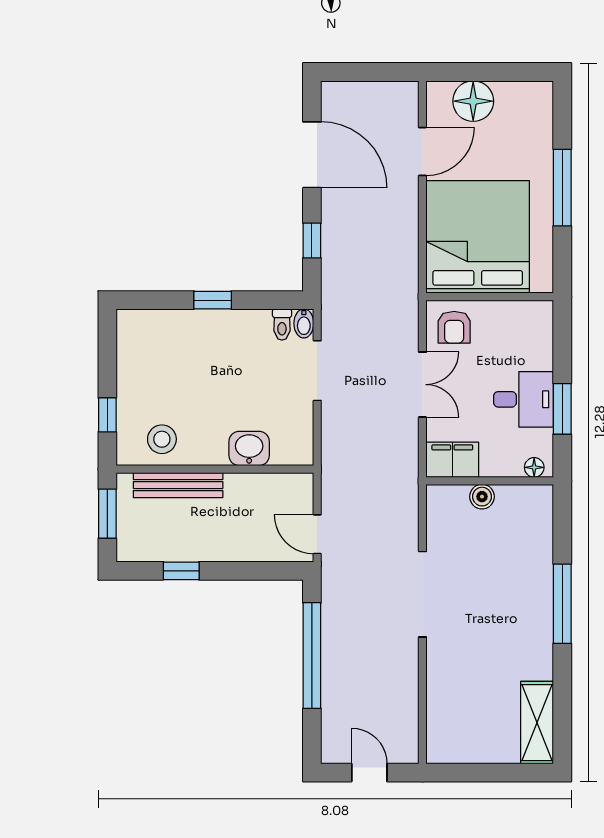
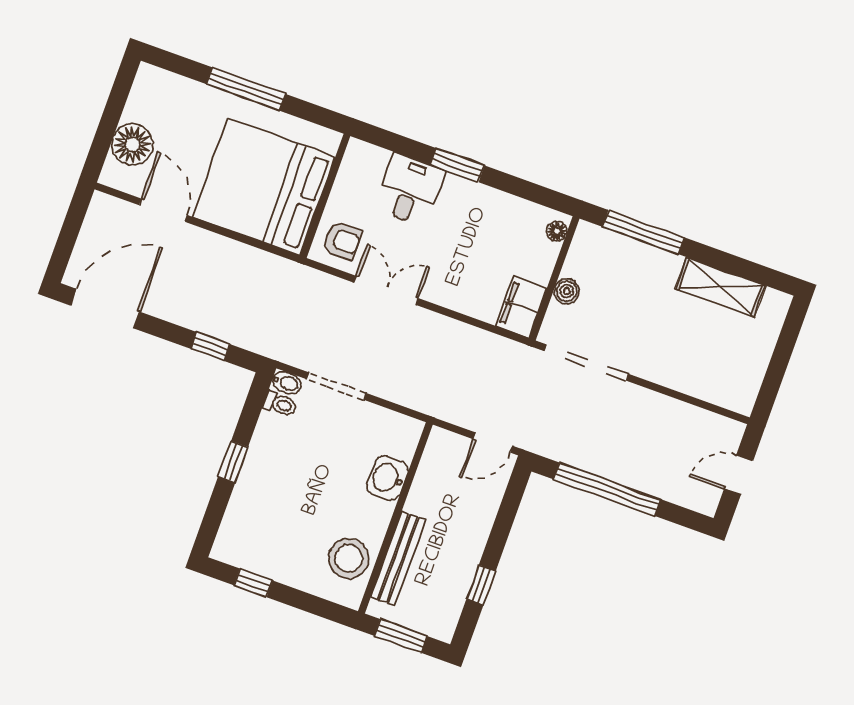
door: (312, 155) -> (105, 309), moved
desk: (524, 399) -> (410, 190), moved
window: (107, 415) -> (253, 583), moved
stool: (162, 439) -> (349, 558), width x1.38, depth x1.38
filing cabinet: (452, 460) -> (521, 307), moved
floor lamp: (534, 467) -> (557, 231), moved
wall: (490, 481) -> (554, 278), moved
boiler: (482, 497) -> (567, 291), moved
shelving: (537, 723) -> (721, 287), moved

